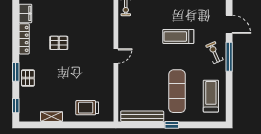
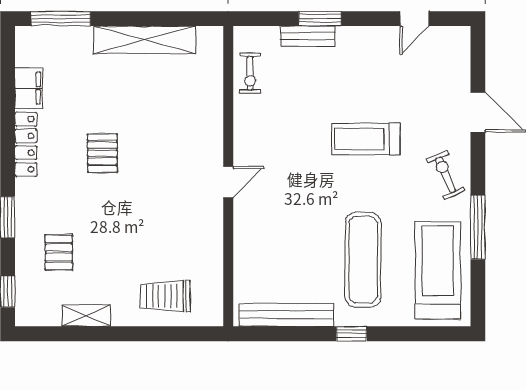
pallet: (59, 43) -> (102, 153), turned 90
window: (229, 57) -> (478, 227), moved
pallet: (28, 78) -> (59, 252), moved
treadmill: (211, 96) -> (438, 270), width x1.37, depth x1.38

